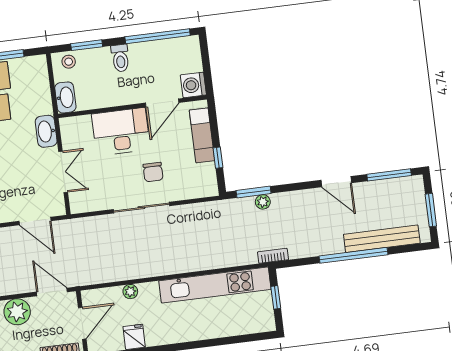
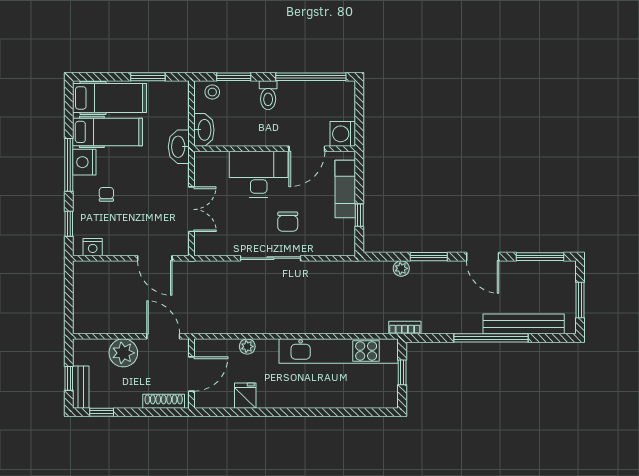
washbasin: (46, 131) -> (179, 147), moved
window: (254, 192) -> (429, 257), moved

